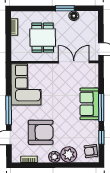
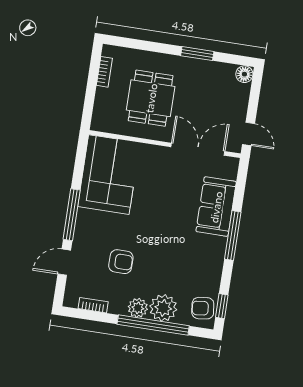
floor lamp: (74, 16) -> (244, 74), moved
sofa: (89, 104) -> (216, 207), moved
armchair: (41, 132) -> (121, 262), width x0.53, depth x0.53
window: (101, 137) -> (222, 306), moved
window: (65, 165) -> (153, 325), added

